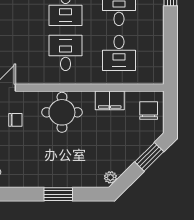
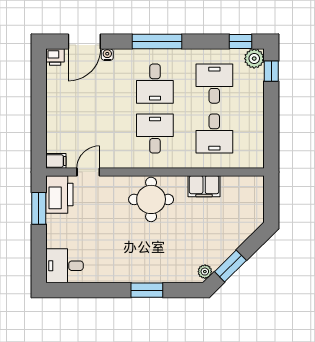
chair: (149, 111) -> (247, 197), removed
chair: (15, 120) -> (99, 208), removed
window: (149, 157) -> (230, 266), moved

